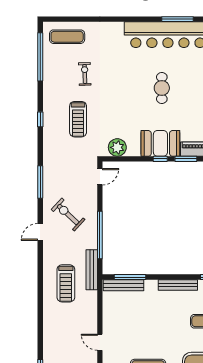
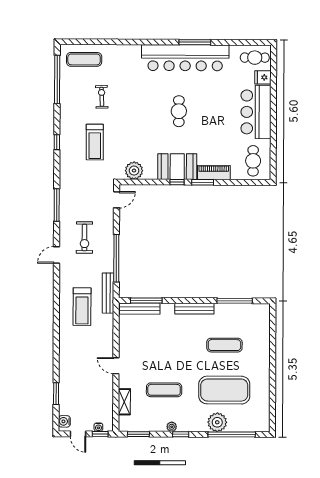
exercise bike: (68, 214) -> (84, 238), turned -133

